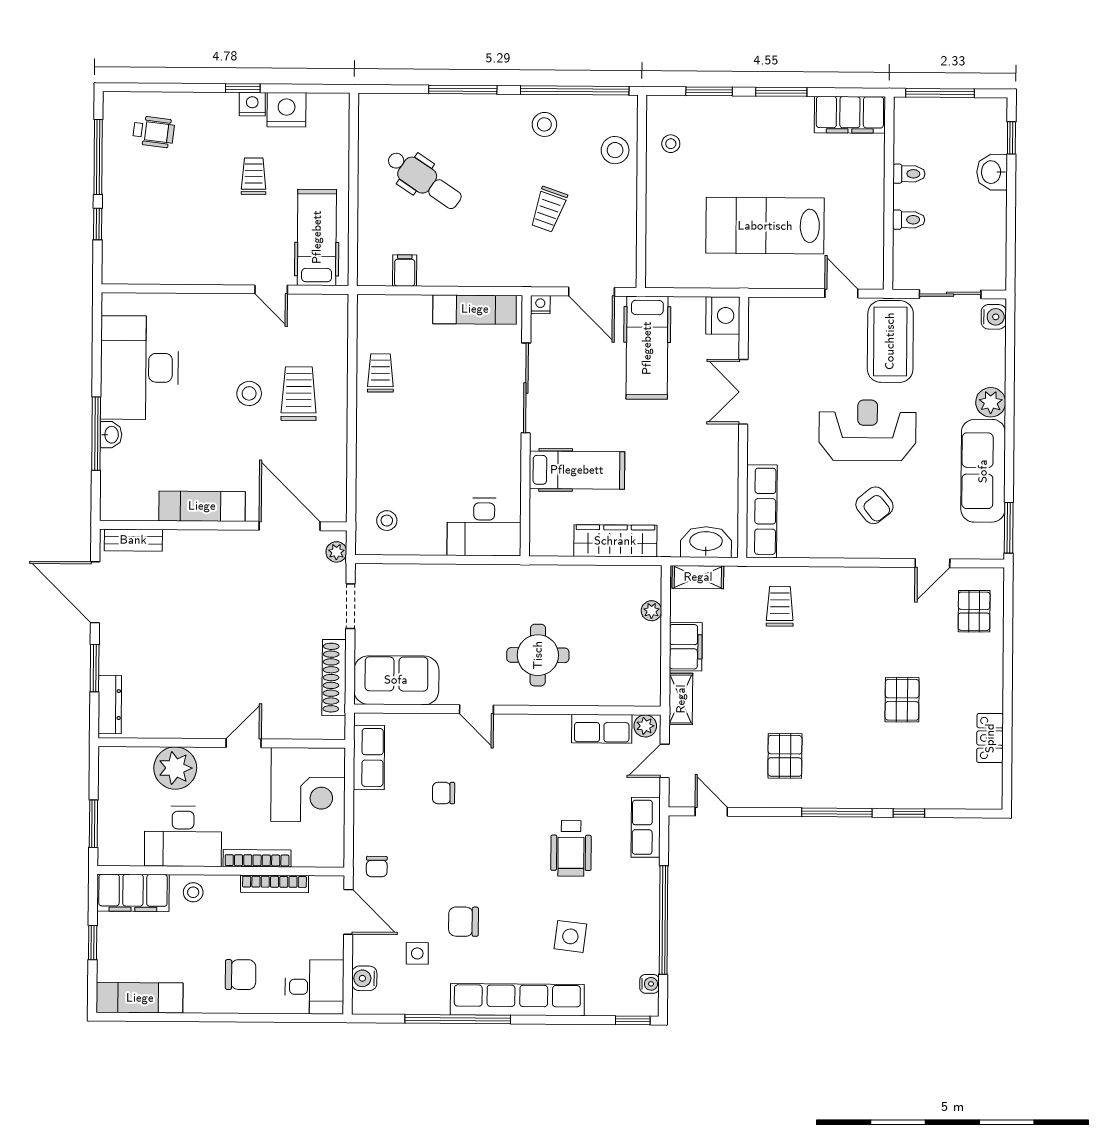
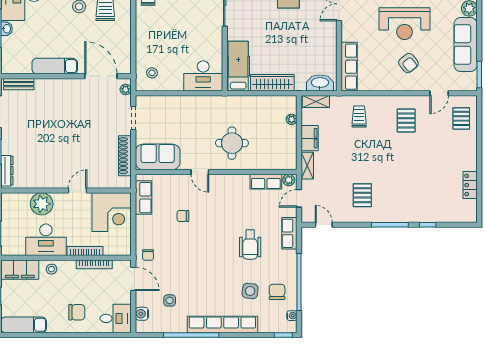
reception desk: (867, 430) -> (405, 24), turned 180
hospital bed: (577, 470) -> (238, 66), moved, turned -90
pallet: (902, 700) -> (406, 121), moved
chair: (463, 922) -> (277, 292), moved, turned 90

